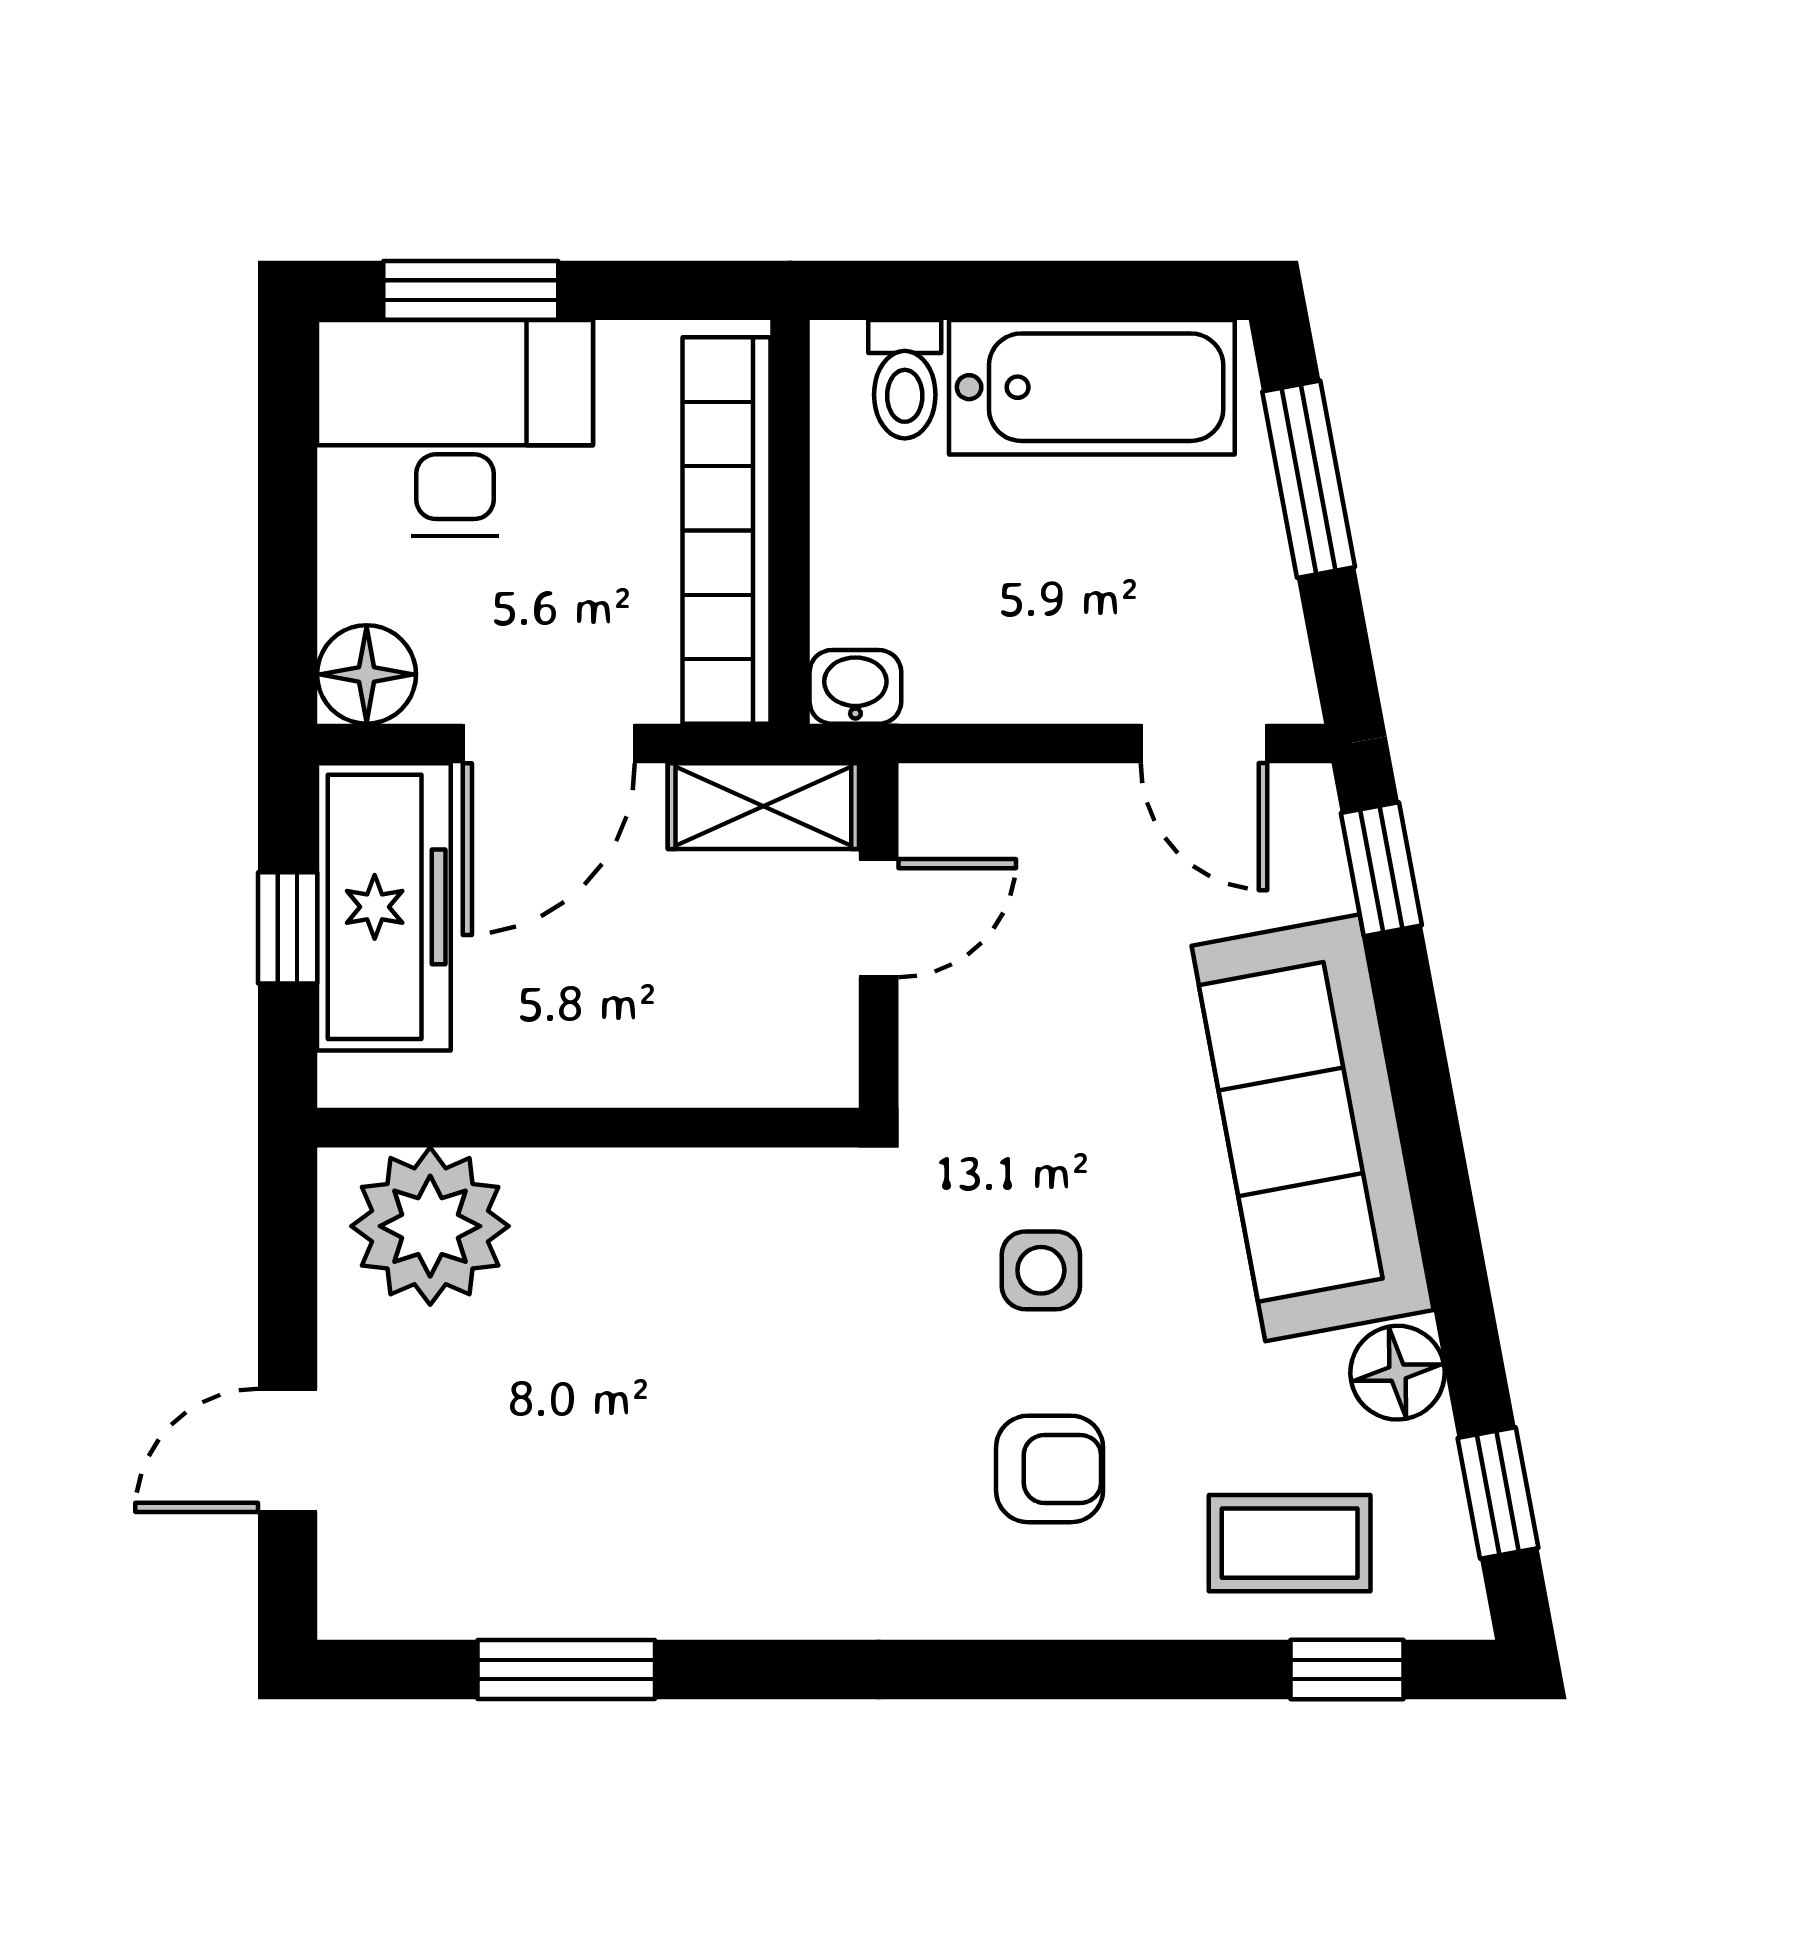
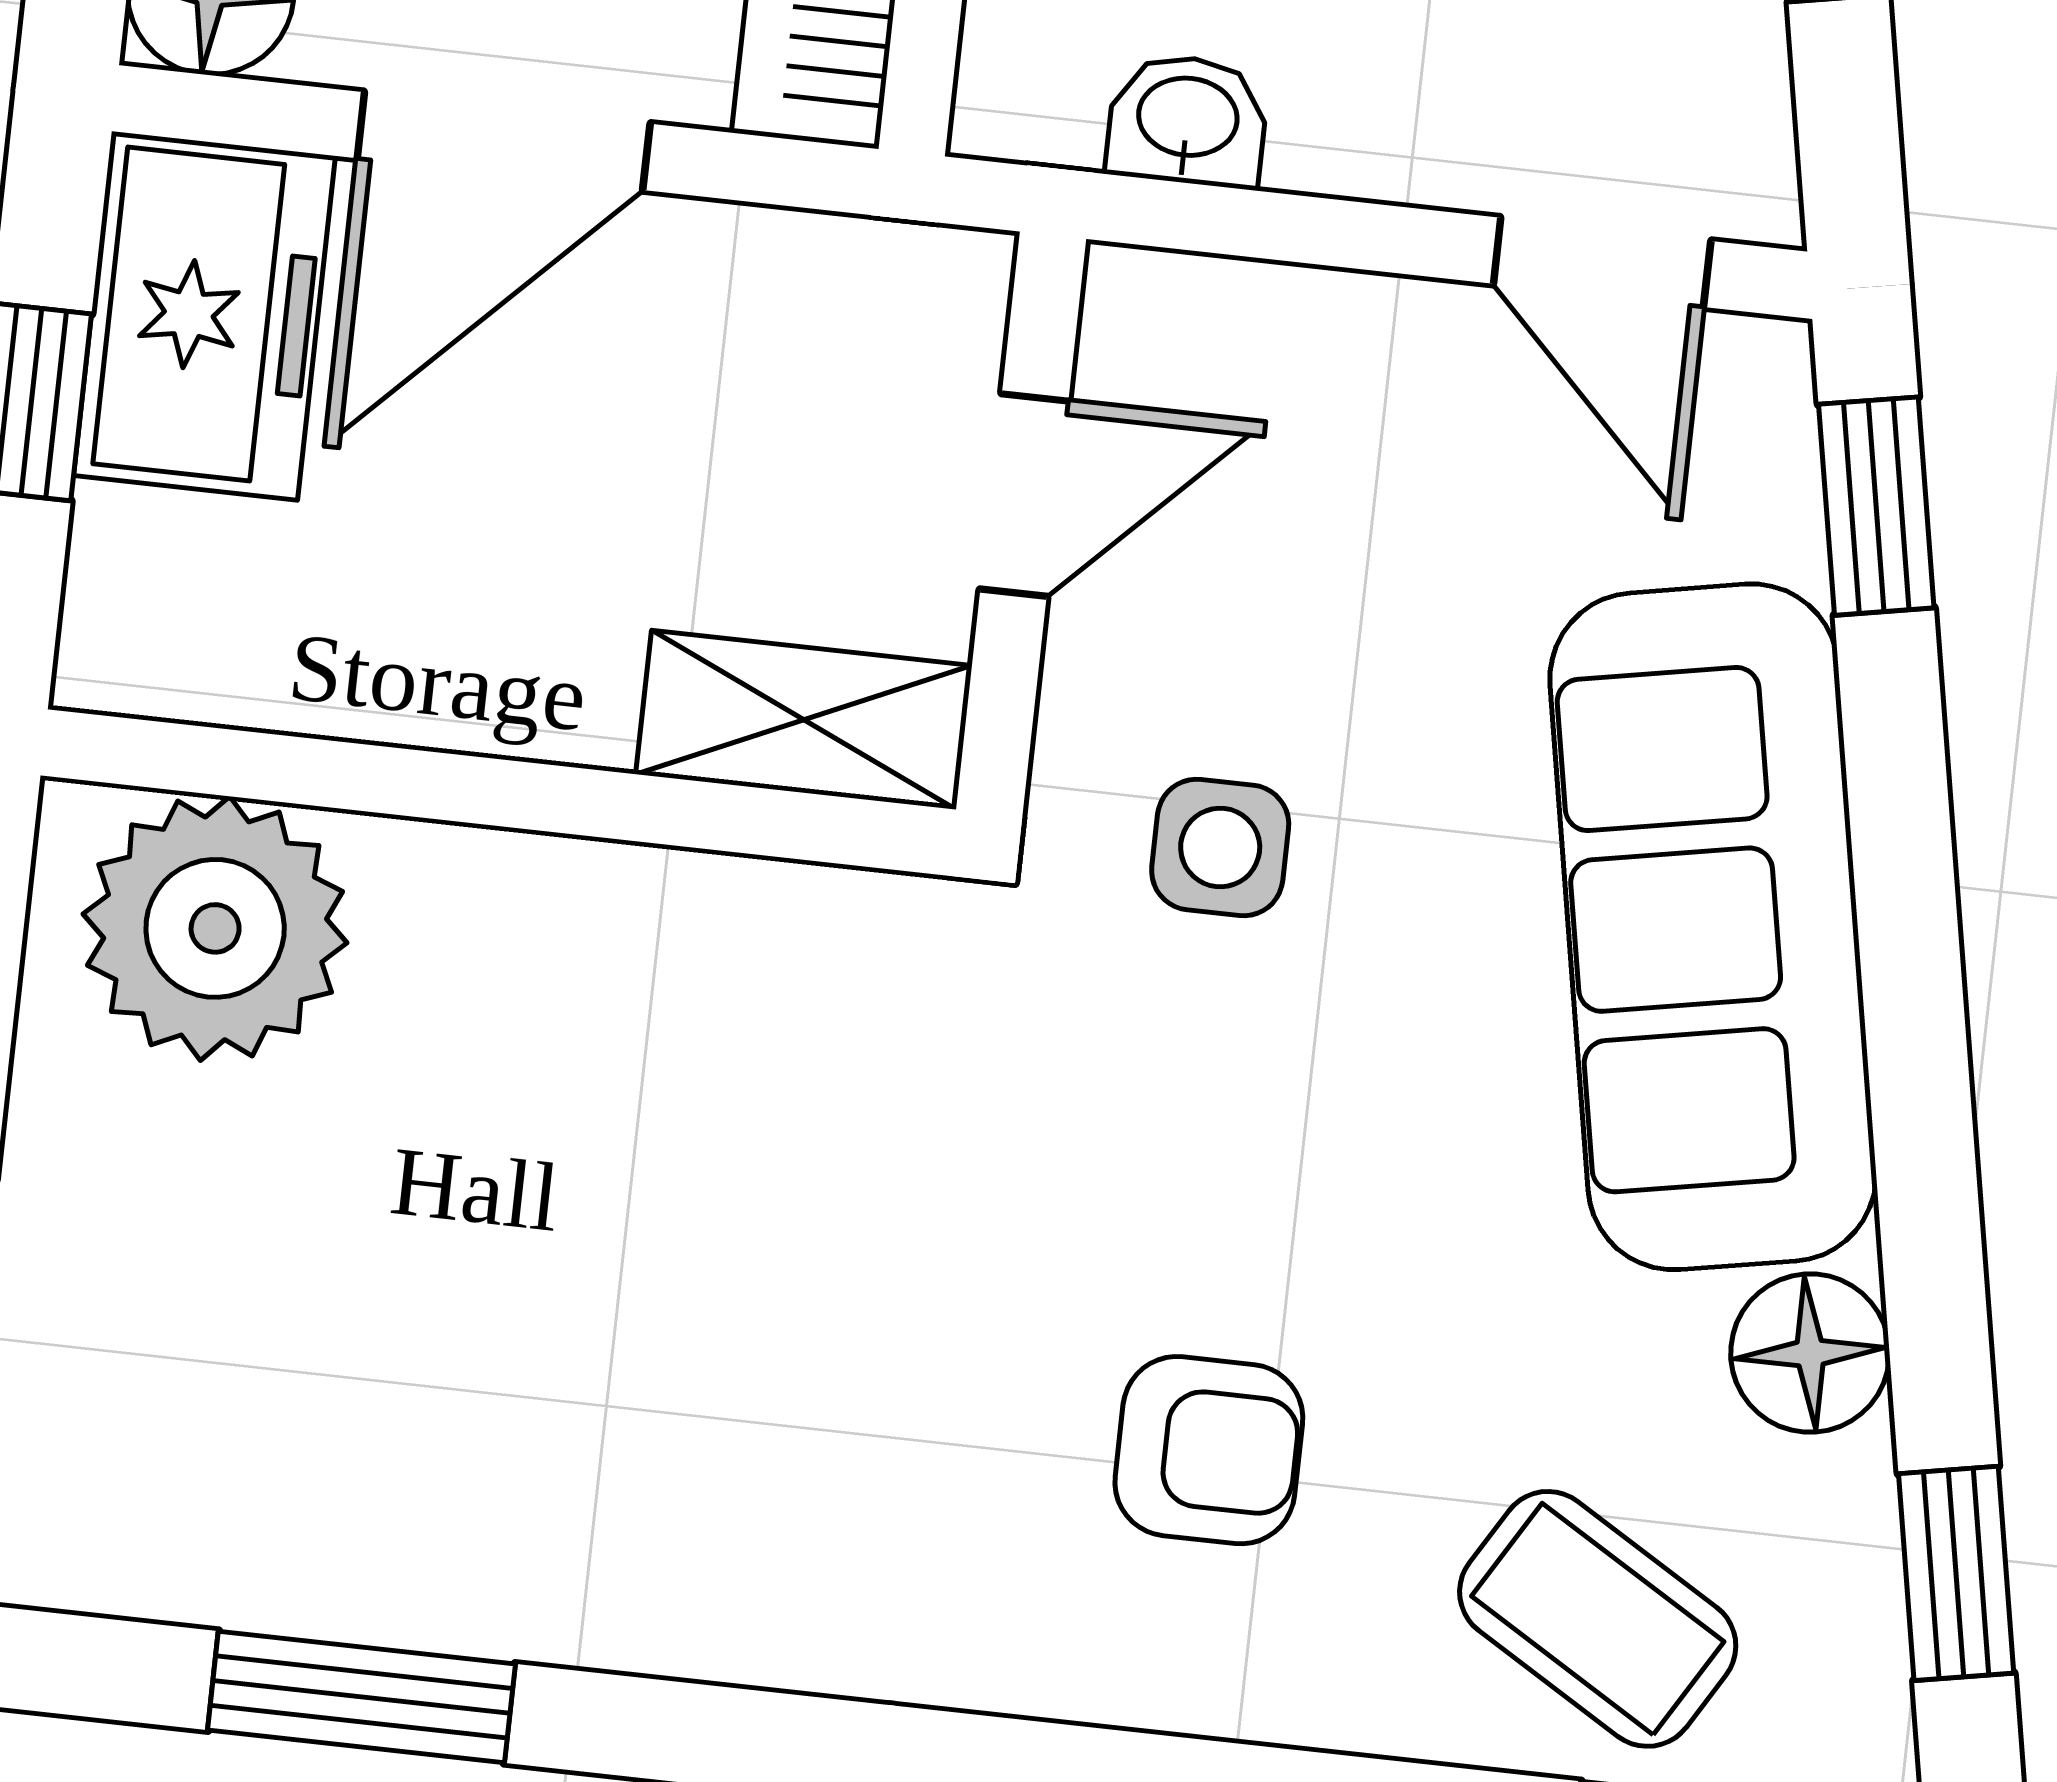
washbasin: (855, 687) -> (1187, 120), moved
shelving: (763, 806) -> (804, 720), moved
freezer: (384, 907) -> (204, 316), width x0.71
side table: (1041, 1270) -> (1220, 848), moved
coffee table: (1290, 1543) -> (1598, 1619), turned 31

